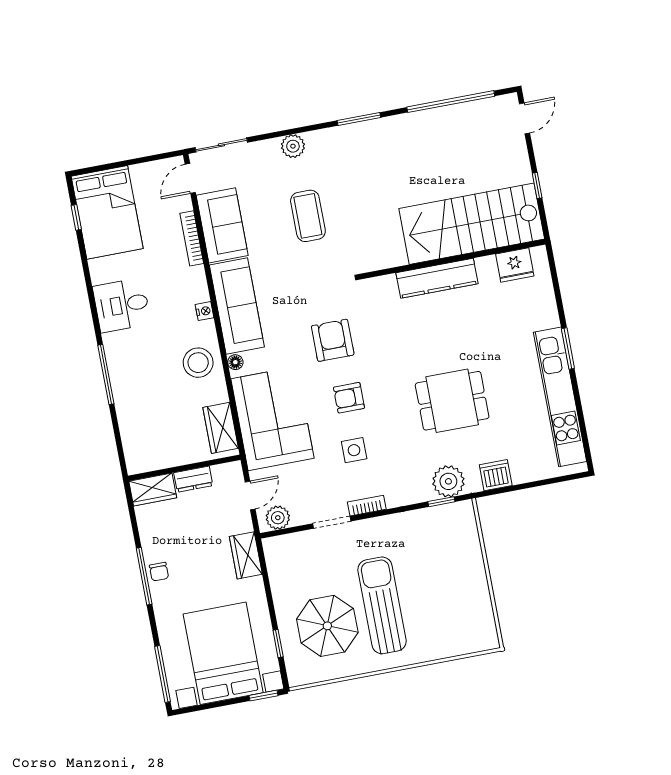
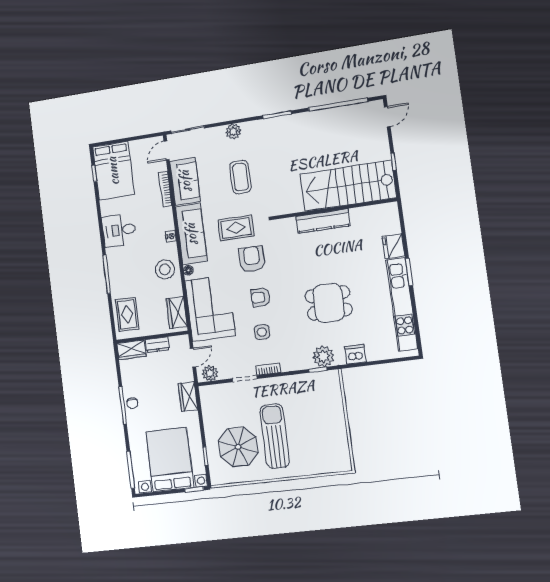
fridge: (515, 265) -> (394, 246), moved, turned 90
rug: (306, 294) -> (236, 228), added
rug: (143, 435) -> (127, 314), added

